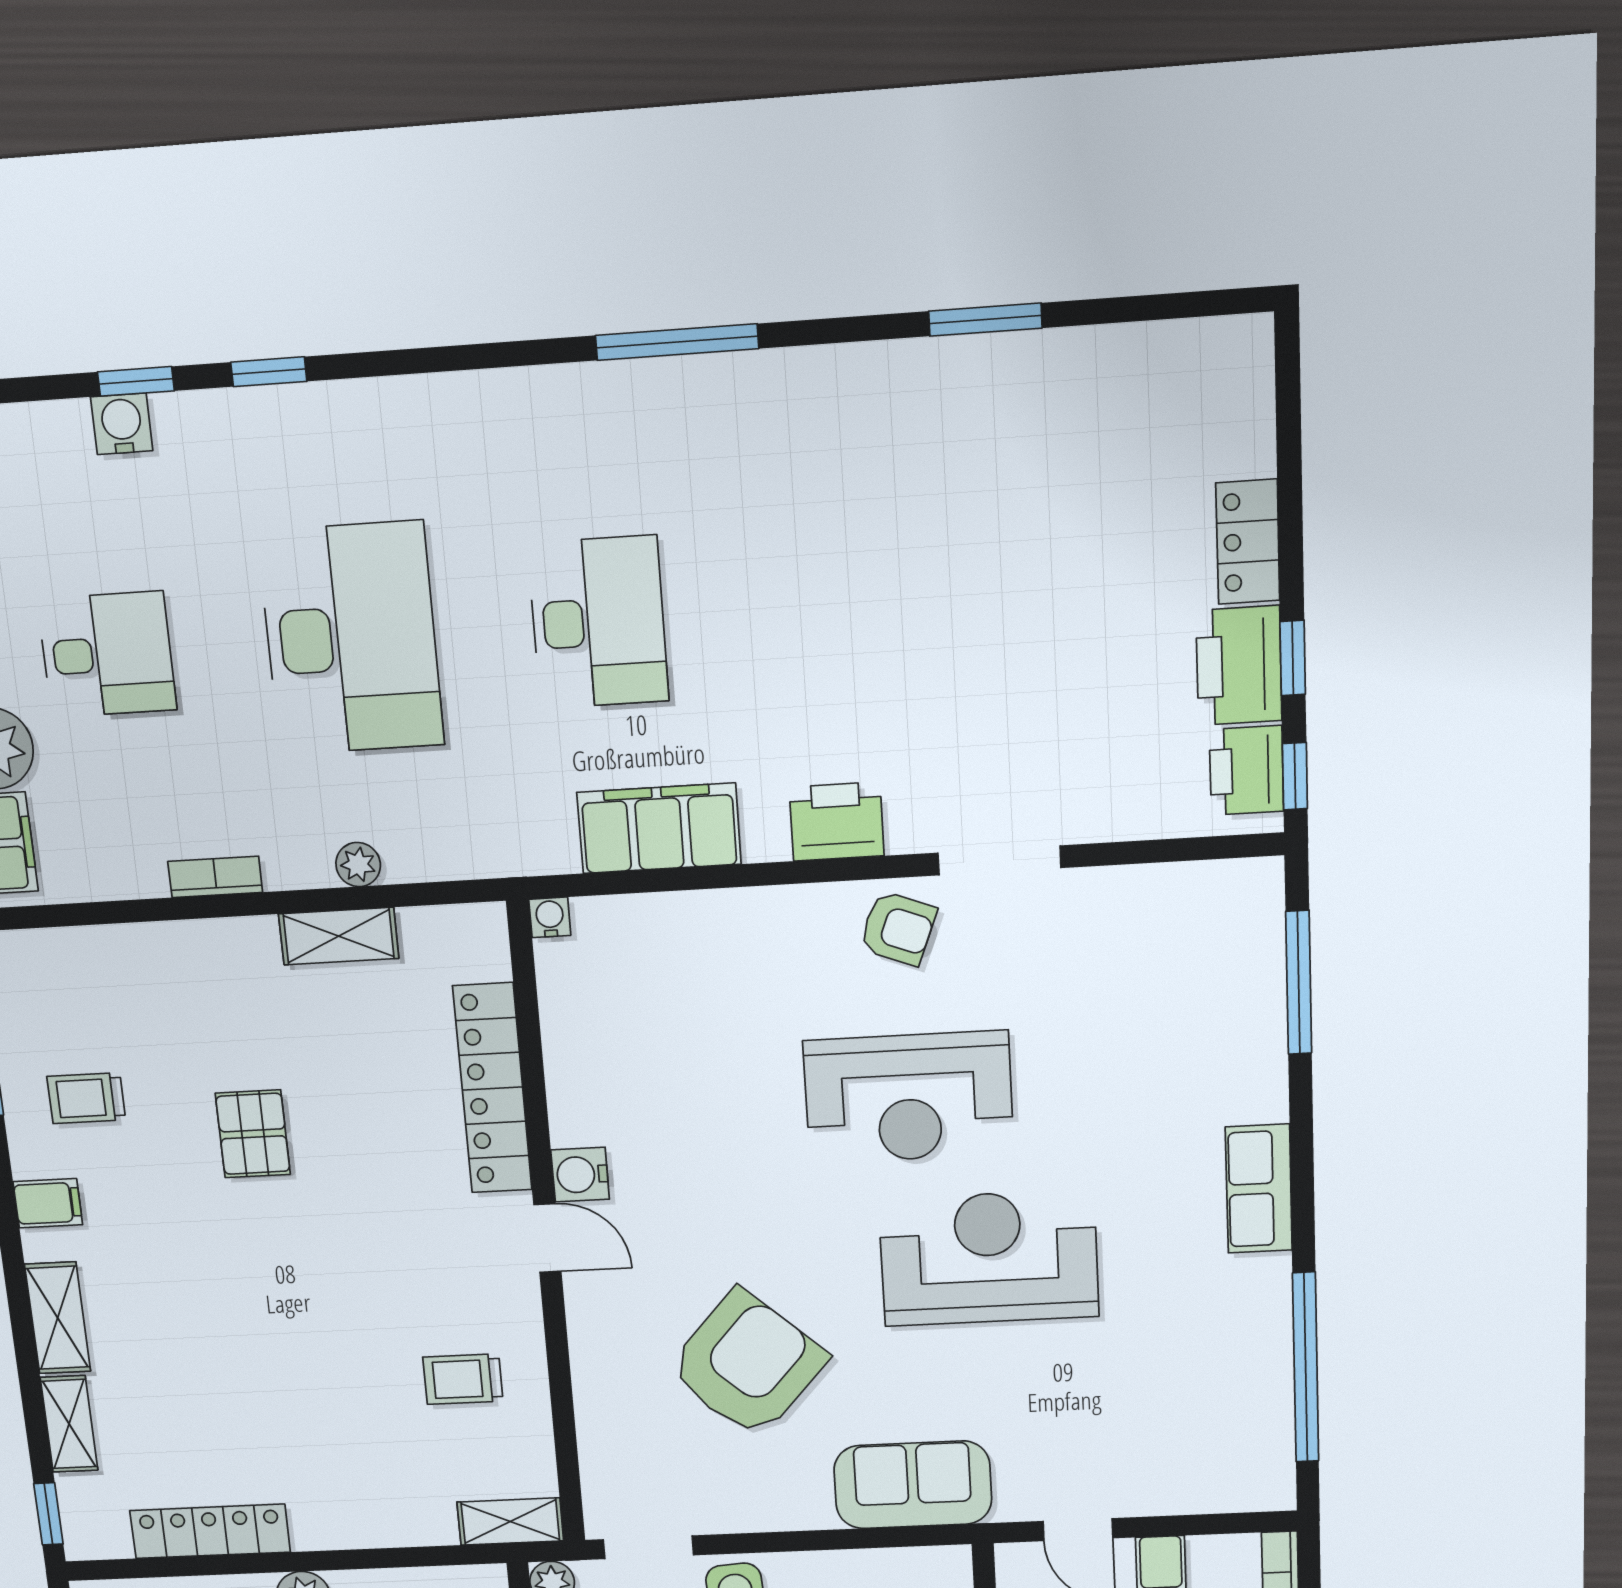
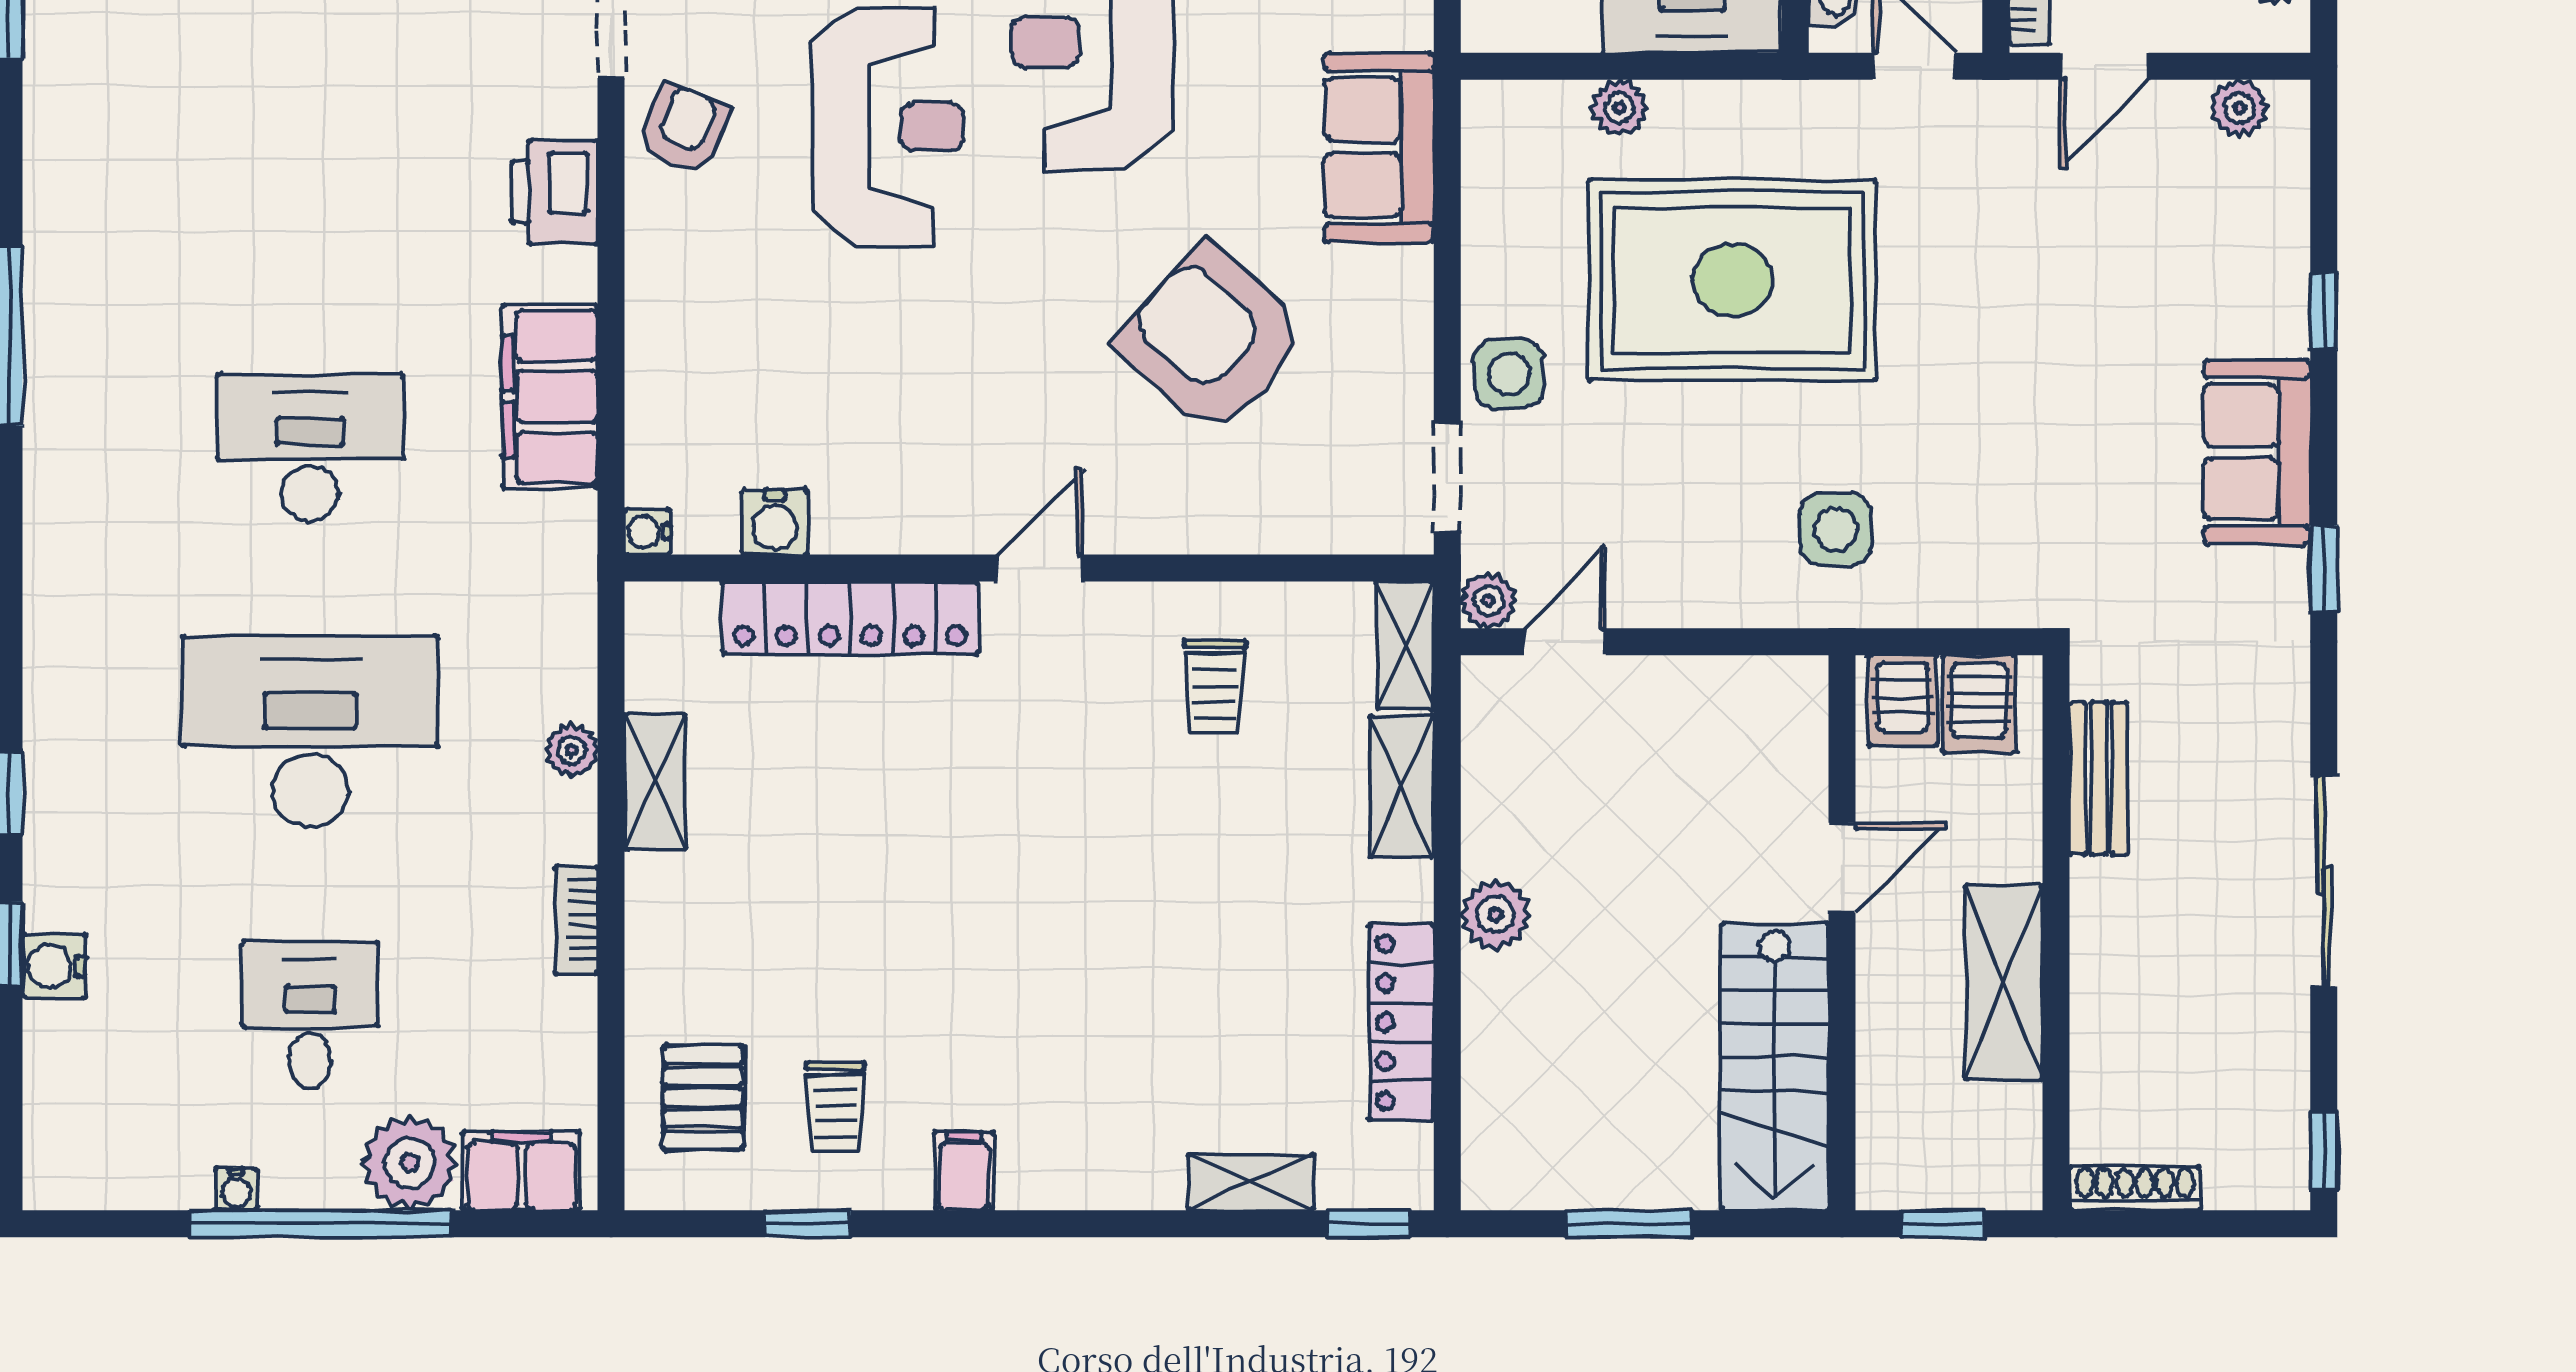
pallet: (253, 1134) -> (703, 1097), moved, turned 90
water cooler: (580, 1175) -> (775, 522), moved
shelving: (58, 1318) -> (1402, 786), moved, turned 90

